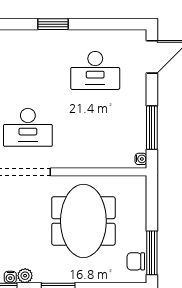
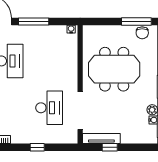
window: (152, 128) -> (34, 22), moved

